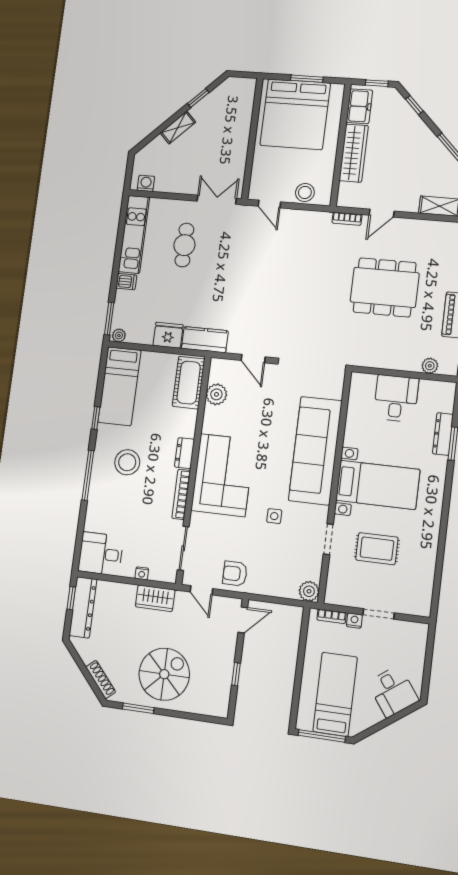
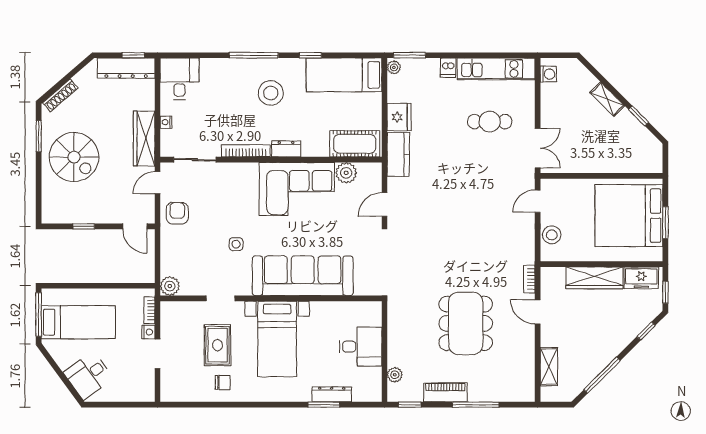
corner sofa: (223, 475) -> (297, 189), moved
chair: (417, 548) -> (223, 382), added
wardrobe: (155, 598) -> (144, 139), width x1.50

